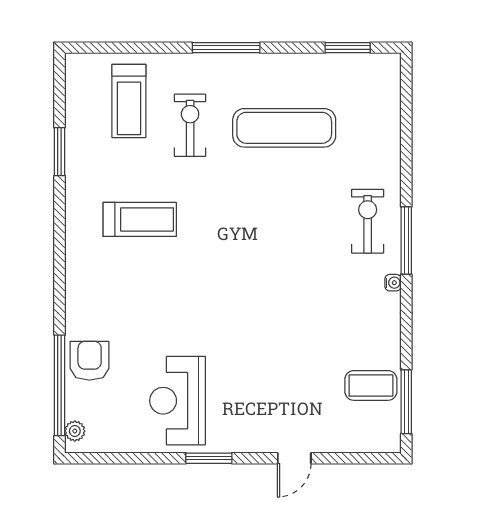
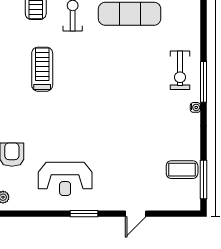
treadmill: (140, 219) -> (42, 69), turned -90
exercise bike: (368, 221) -> (180, 70), turned 180
reception desk: (178, 401) -> (65, 179), turned -90

